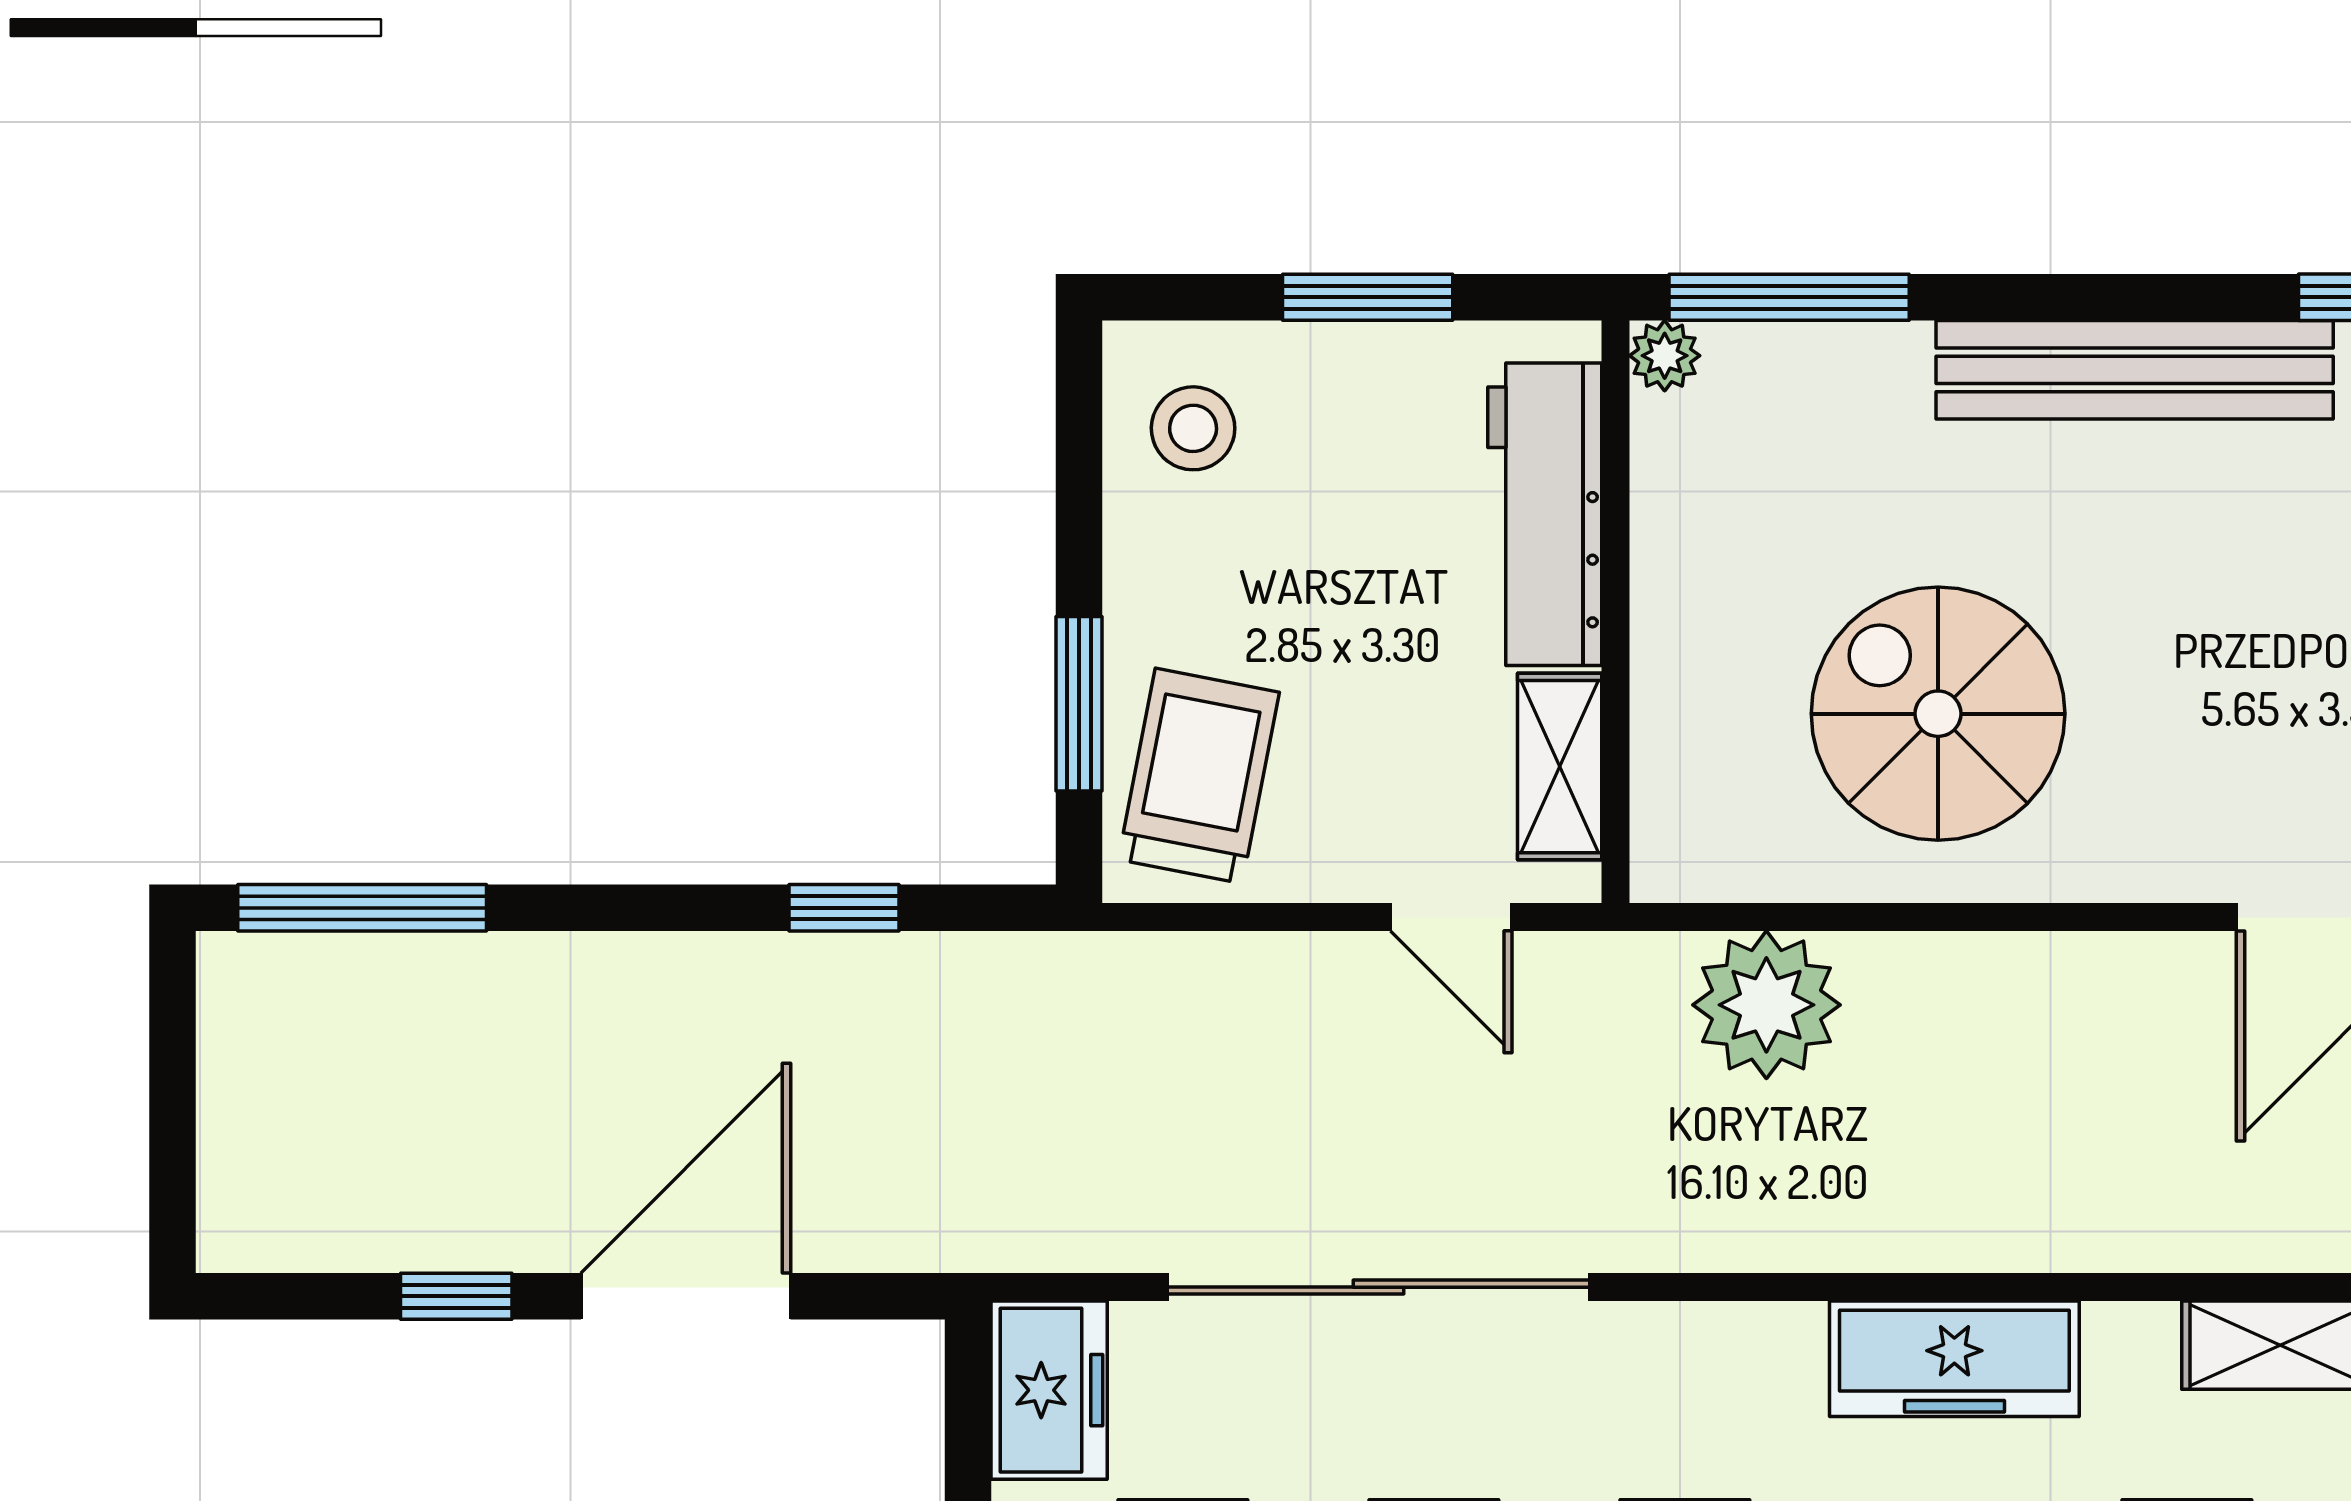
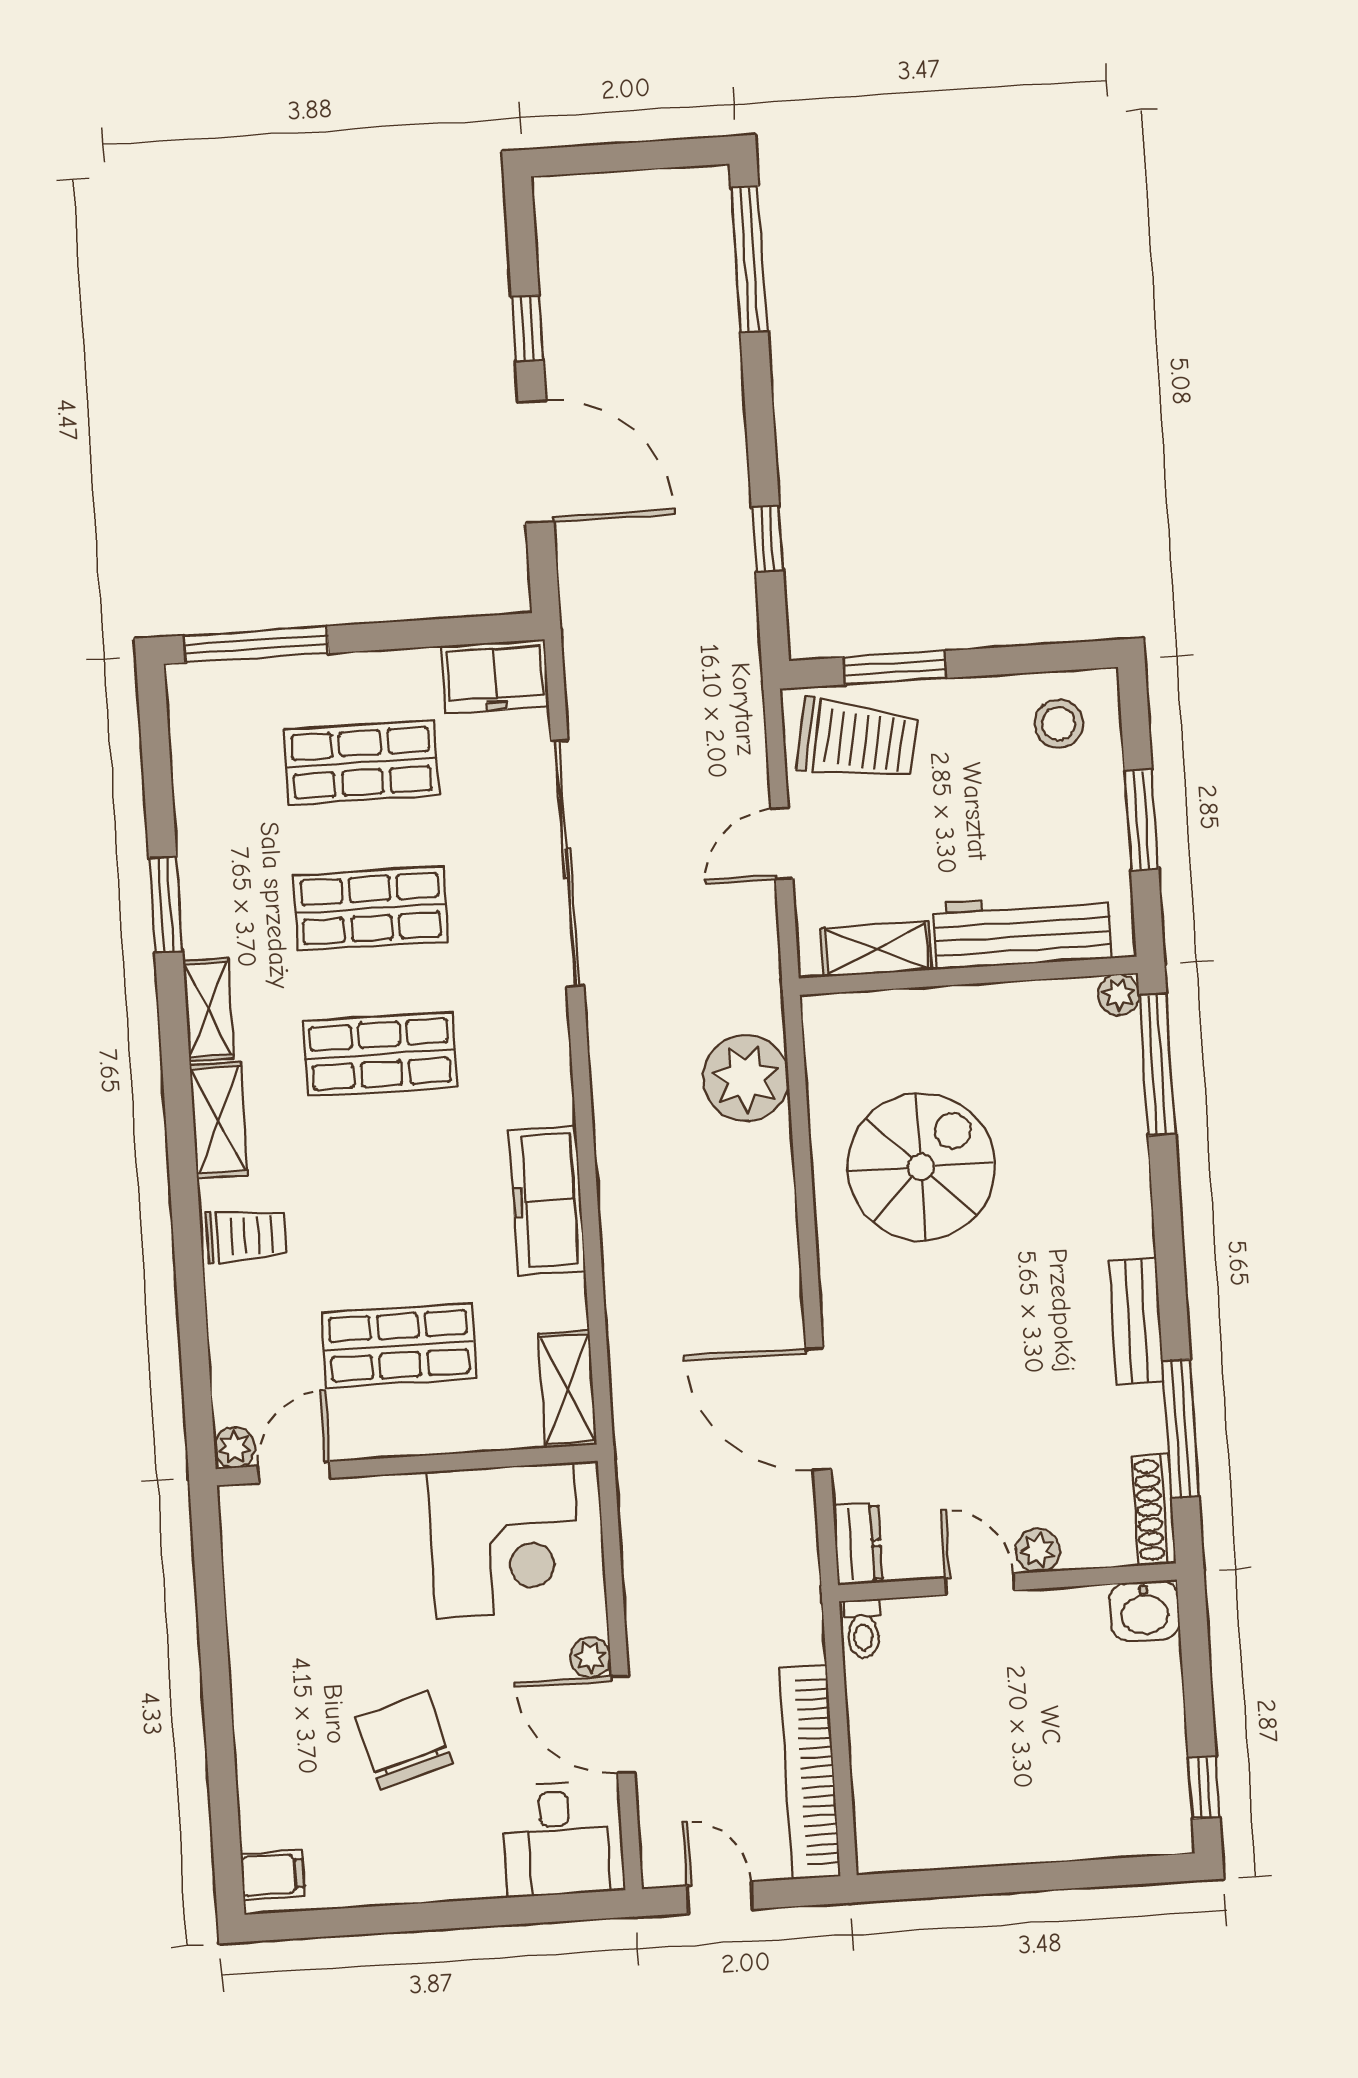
bench: (2135, 370) -> (1137, 1321), width x0.54, depth x0.82
door: (1451, 917) -> (782, 844), moved

